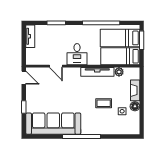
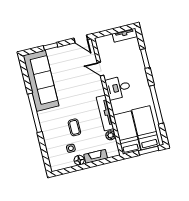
door: (56, 66) -> (101, 69), hinge flipped
door: (24, 78) -> (81, 39), hinge flipped

